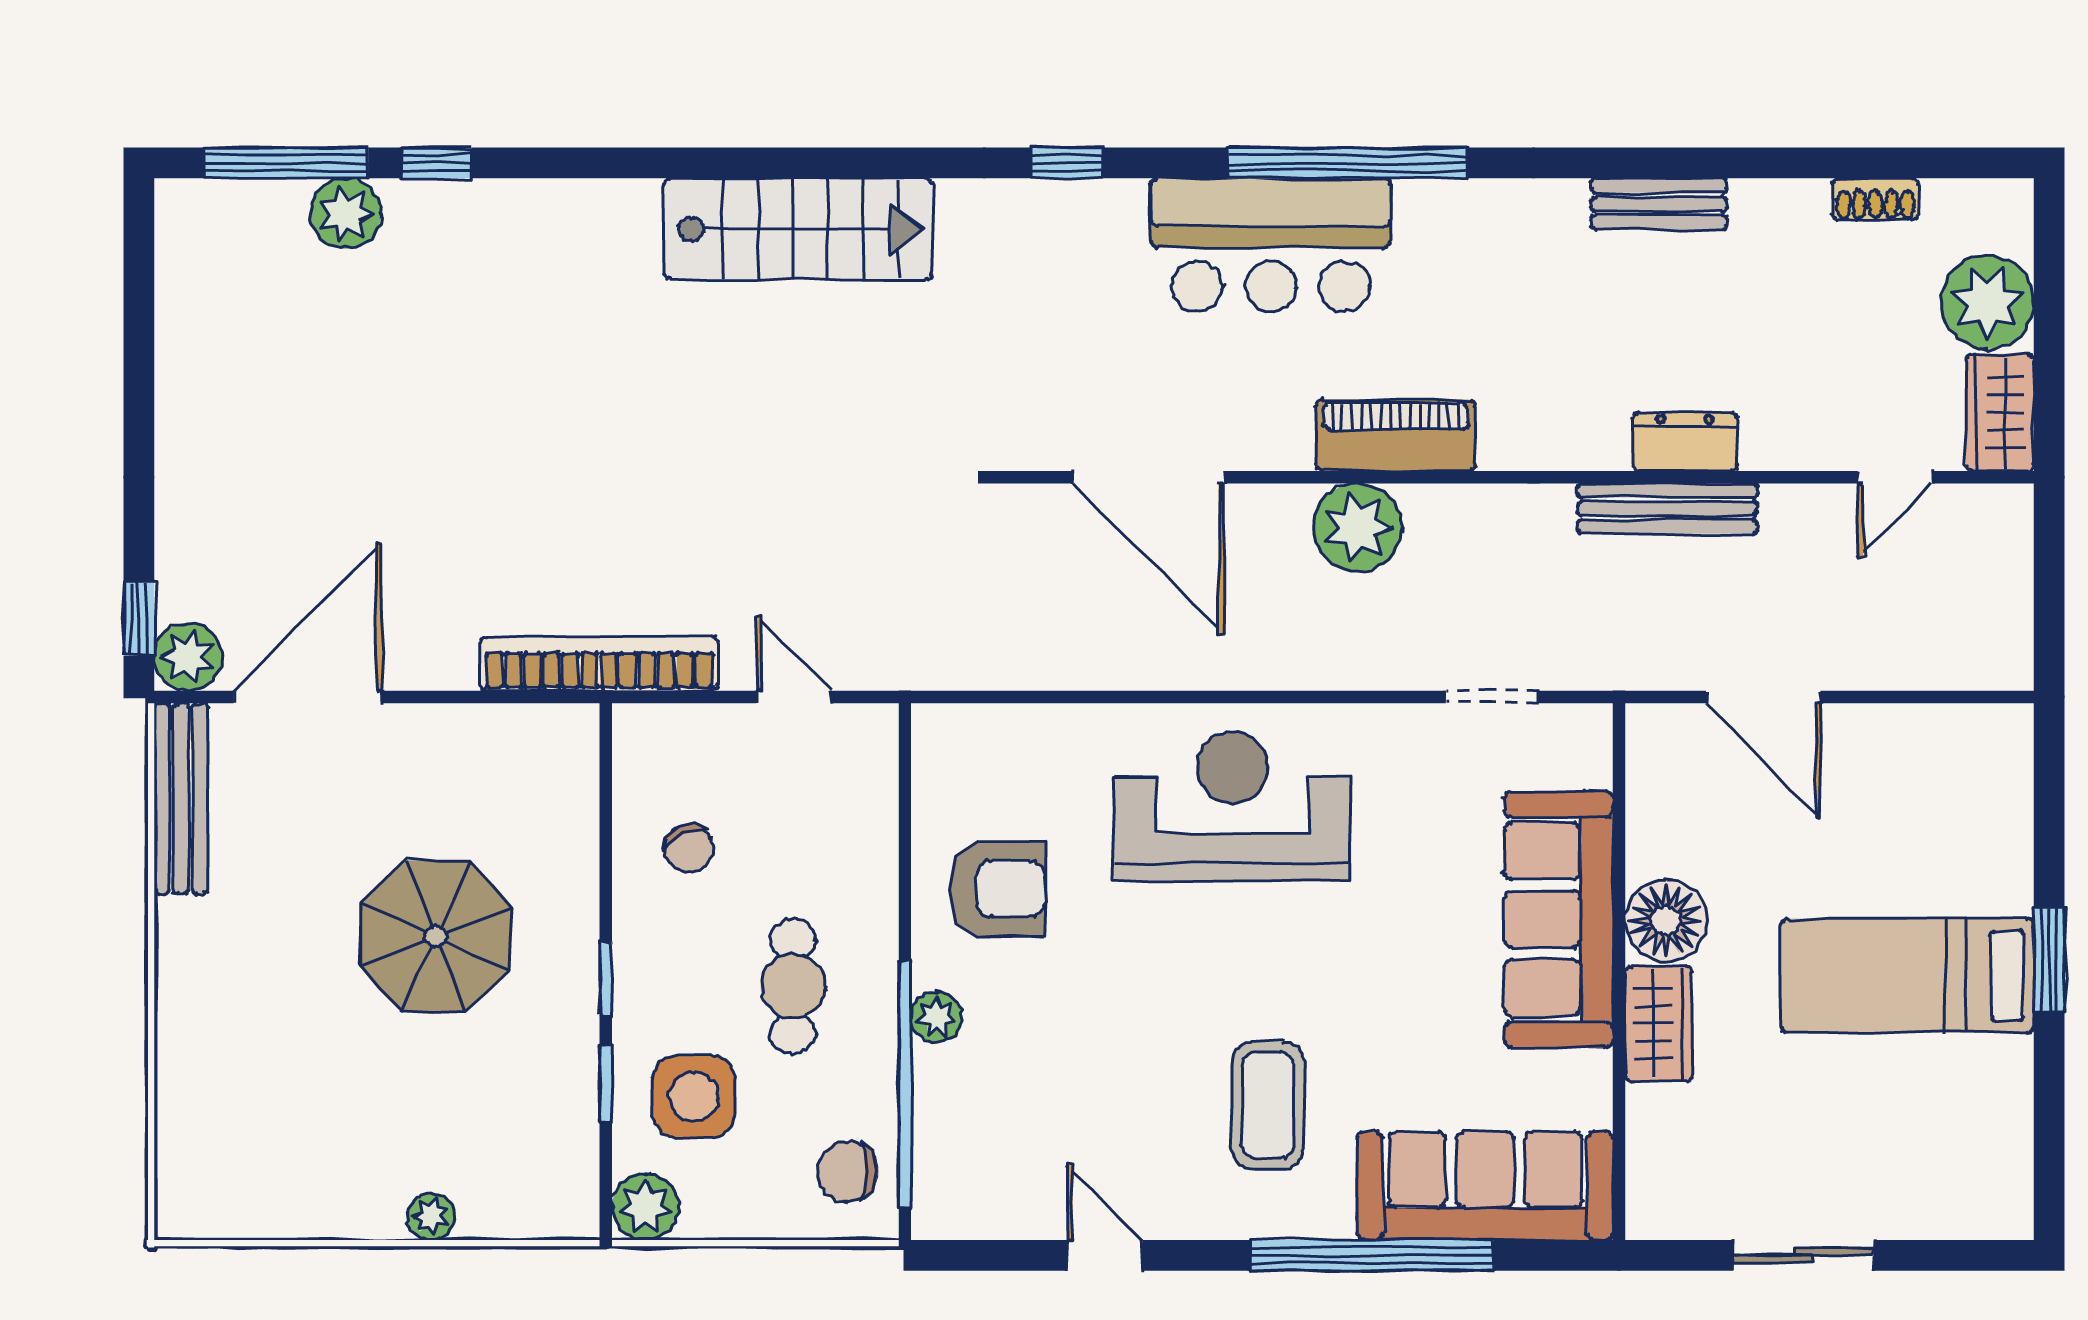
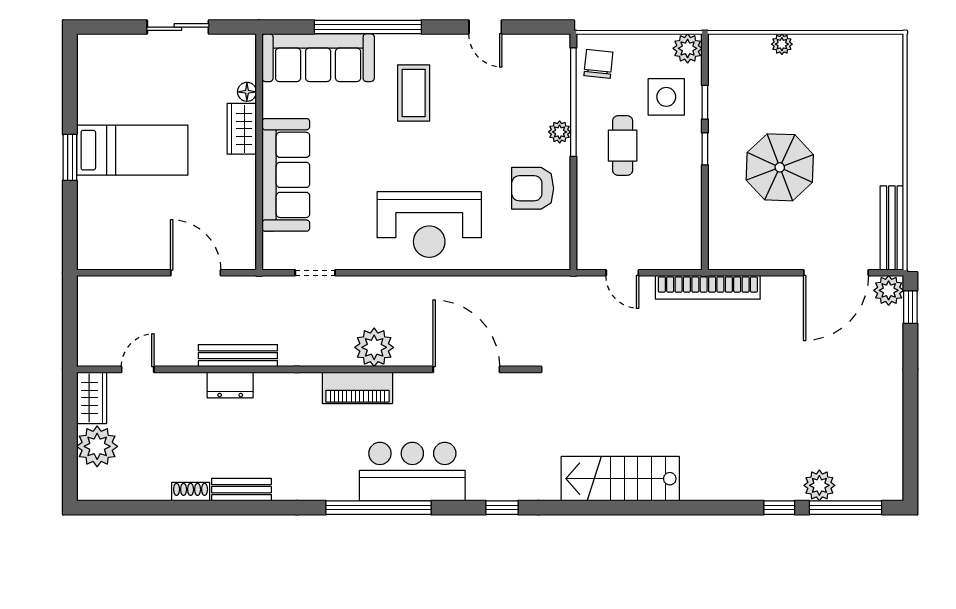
shoe rack: (1875, 199) -> (191, 492), moved
chair: (689, 848) -> (668, 206), removed
floor lamp: (1666, 921) -> (247, 92), moved, width x0.53, depth x0.53
chair: (848, 1172) -> (598, 64), turned -84

